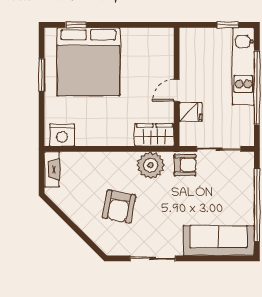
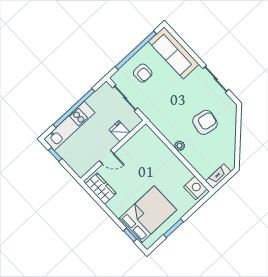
bed: (88, 62) -> (148, 215), width x0.73
door: (177, 90) -> (107, 157), moved
wardrobe: (155, 135) -> (101, 189), moved, turned 180
plant: (151, 165) -> (180, 146), moved, width x0.53, depth x0.53
armchair: (185, 165) -> (143, 73), moved, turned 180

